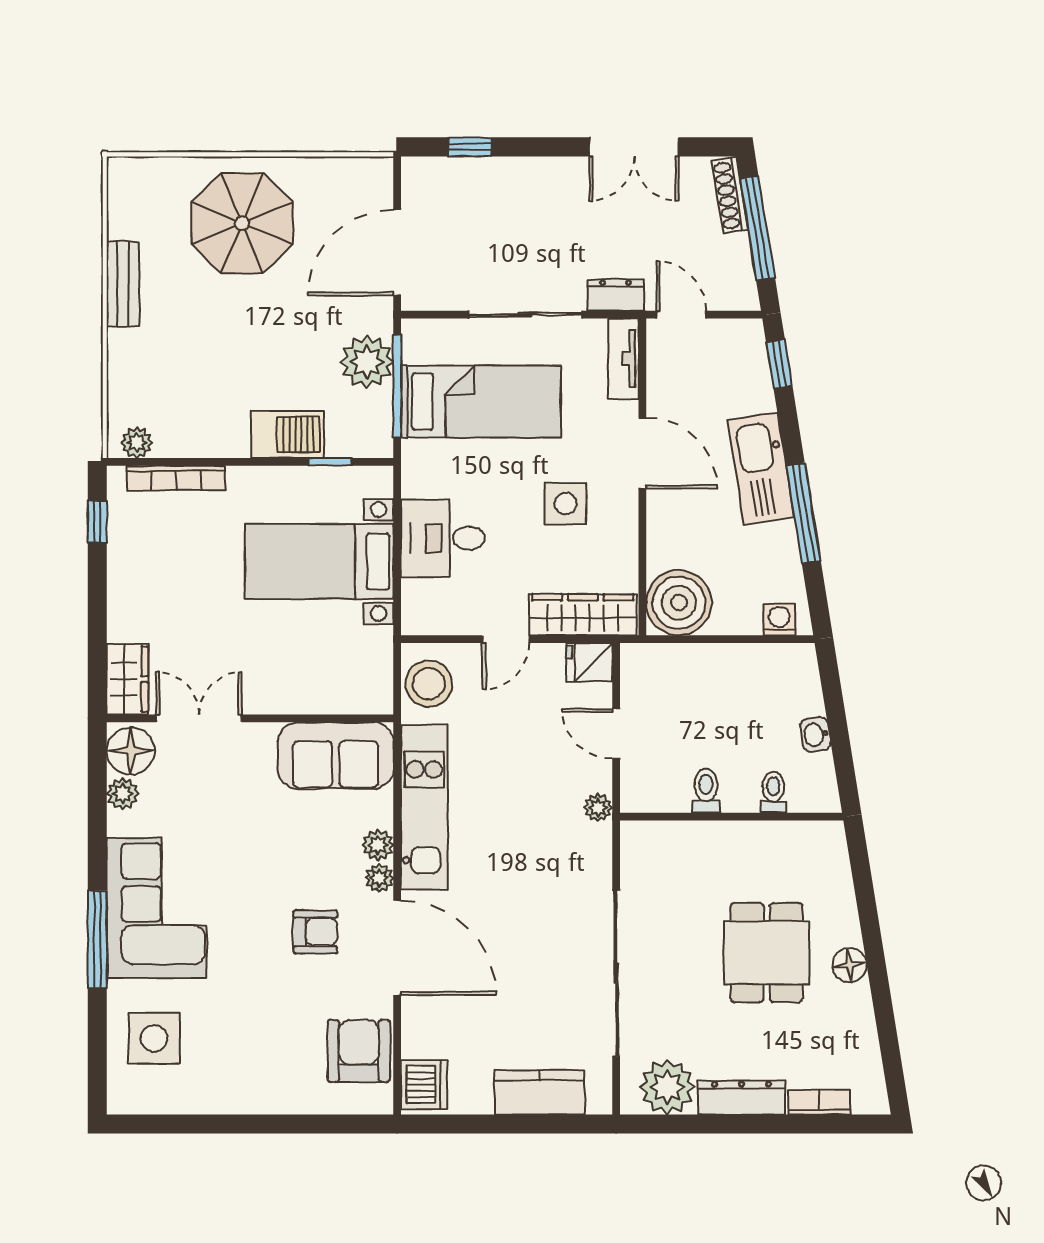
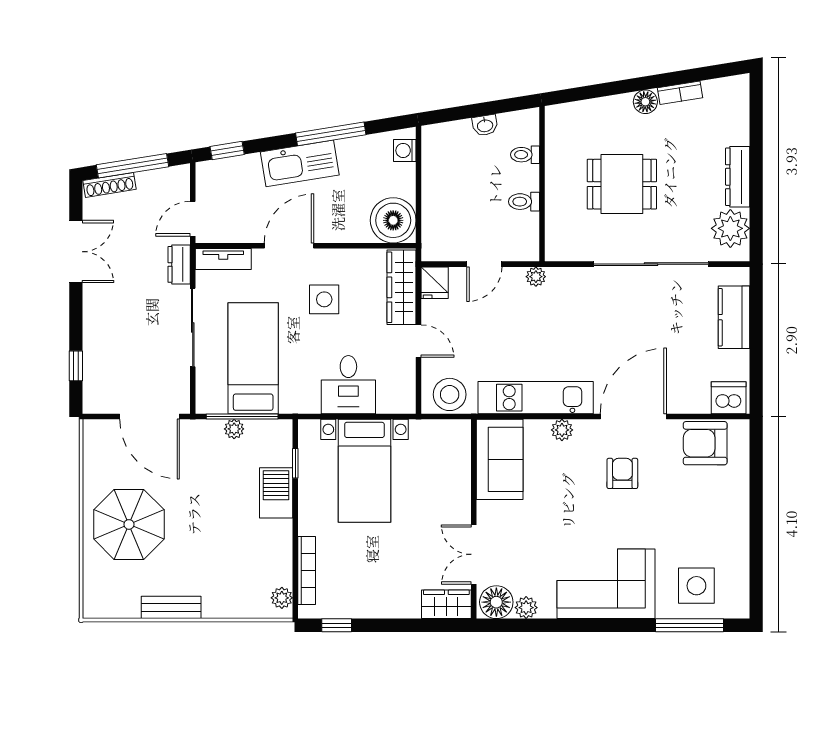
plant: (367, 362) -> (234, 429), width x0.53, depth x0.53
plant: (379, 878) -> (585, 429), removed
window: (97, 939) -> (690, 625), moved
dining table: (767, 953) -> (622, 184), moved
bookcase: (819, 1102) -> (680, 93), moved, turned -99

